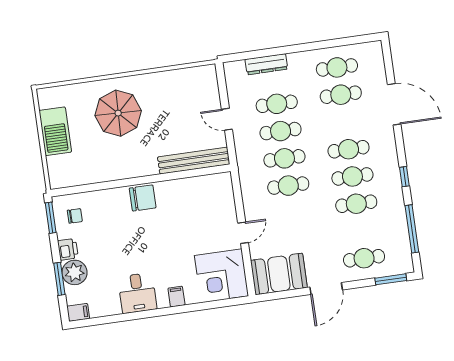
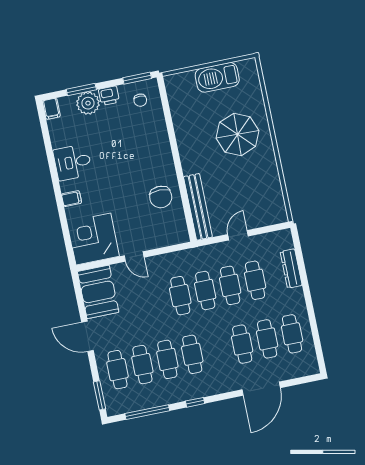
cafe table: (349, 149) -> (242, 344), moved
chair: (143, 198) -> (161, 197), moved
cafe table: (360, 231) -> (142, 365), added

